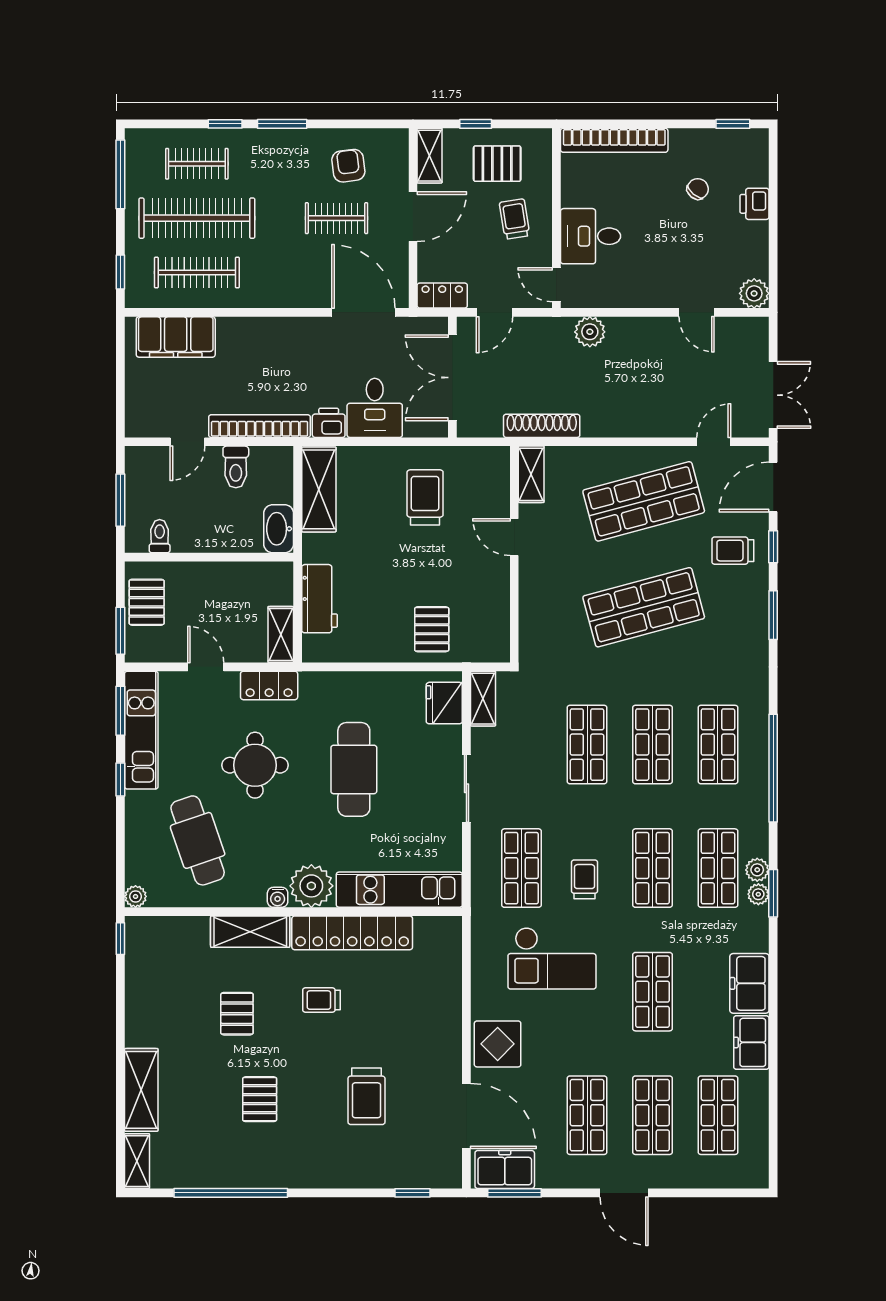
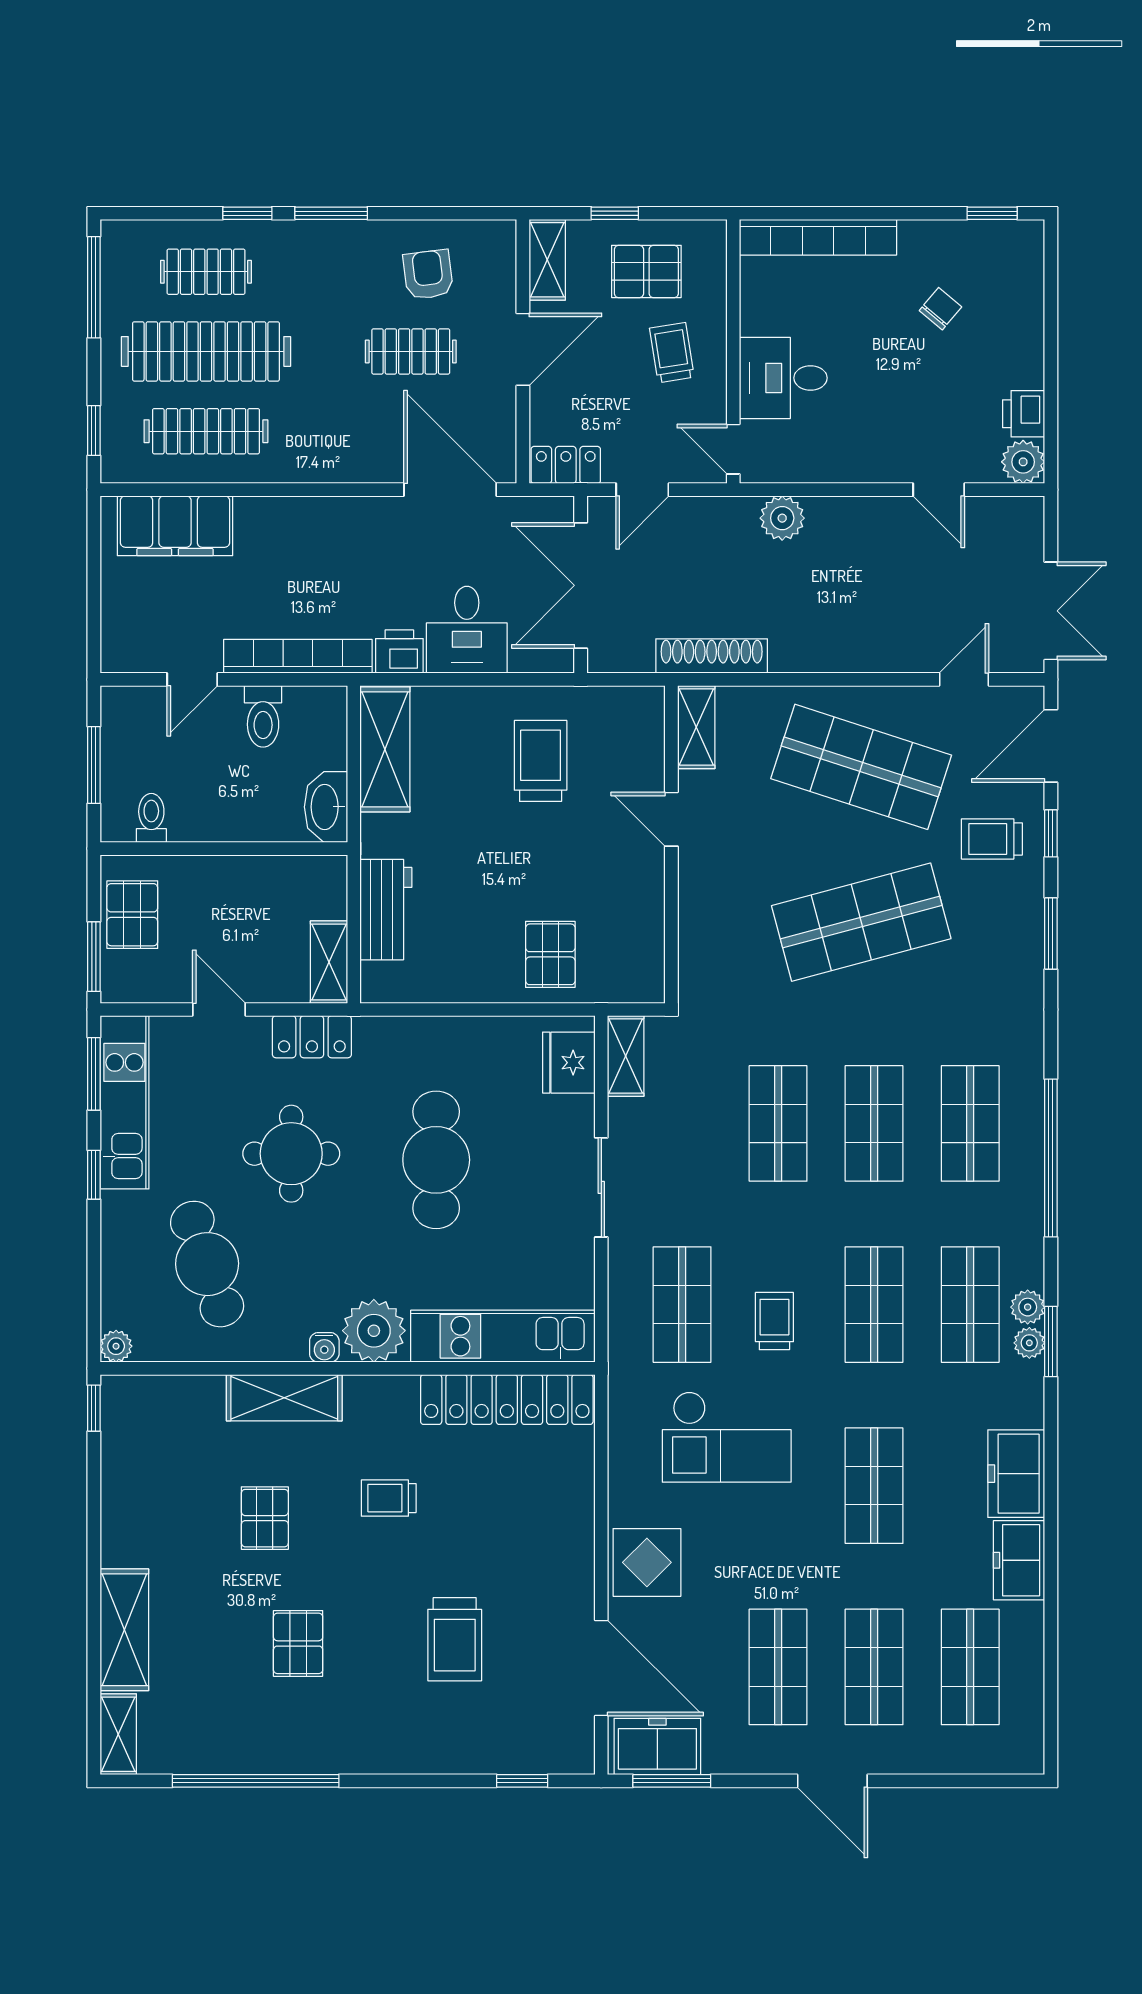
printer: (754, 204) -> (1024, 414), moved
shop shelf: (644, 501) -> (861, 767), turned 33
locker: (352, 933) -> (507, 1400), moved

